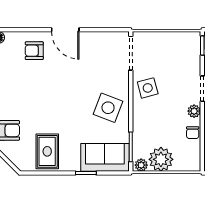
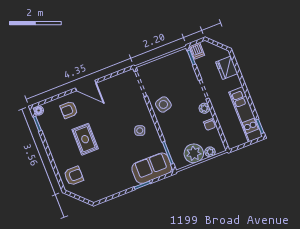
side table: (108, 108) -> (140, 131), width x0.54, depth x0.54
rug: (47, 151) -> (85, 139), moved
plant: (141, 165) -> (210, 152), moved

